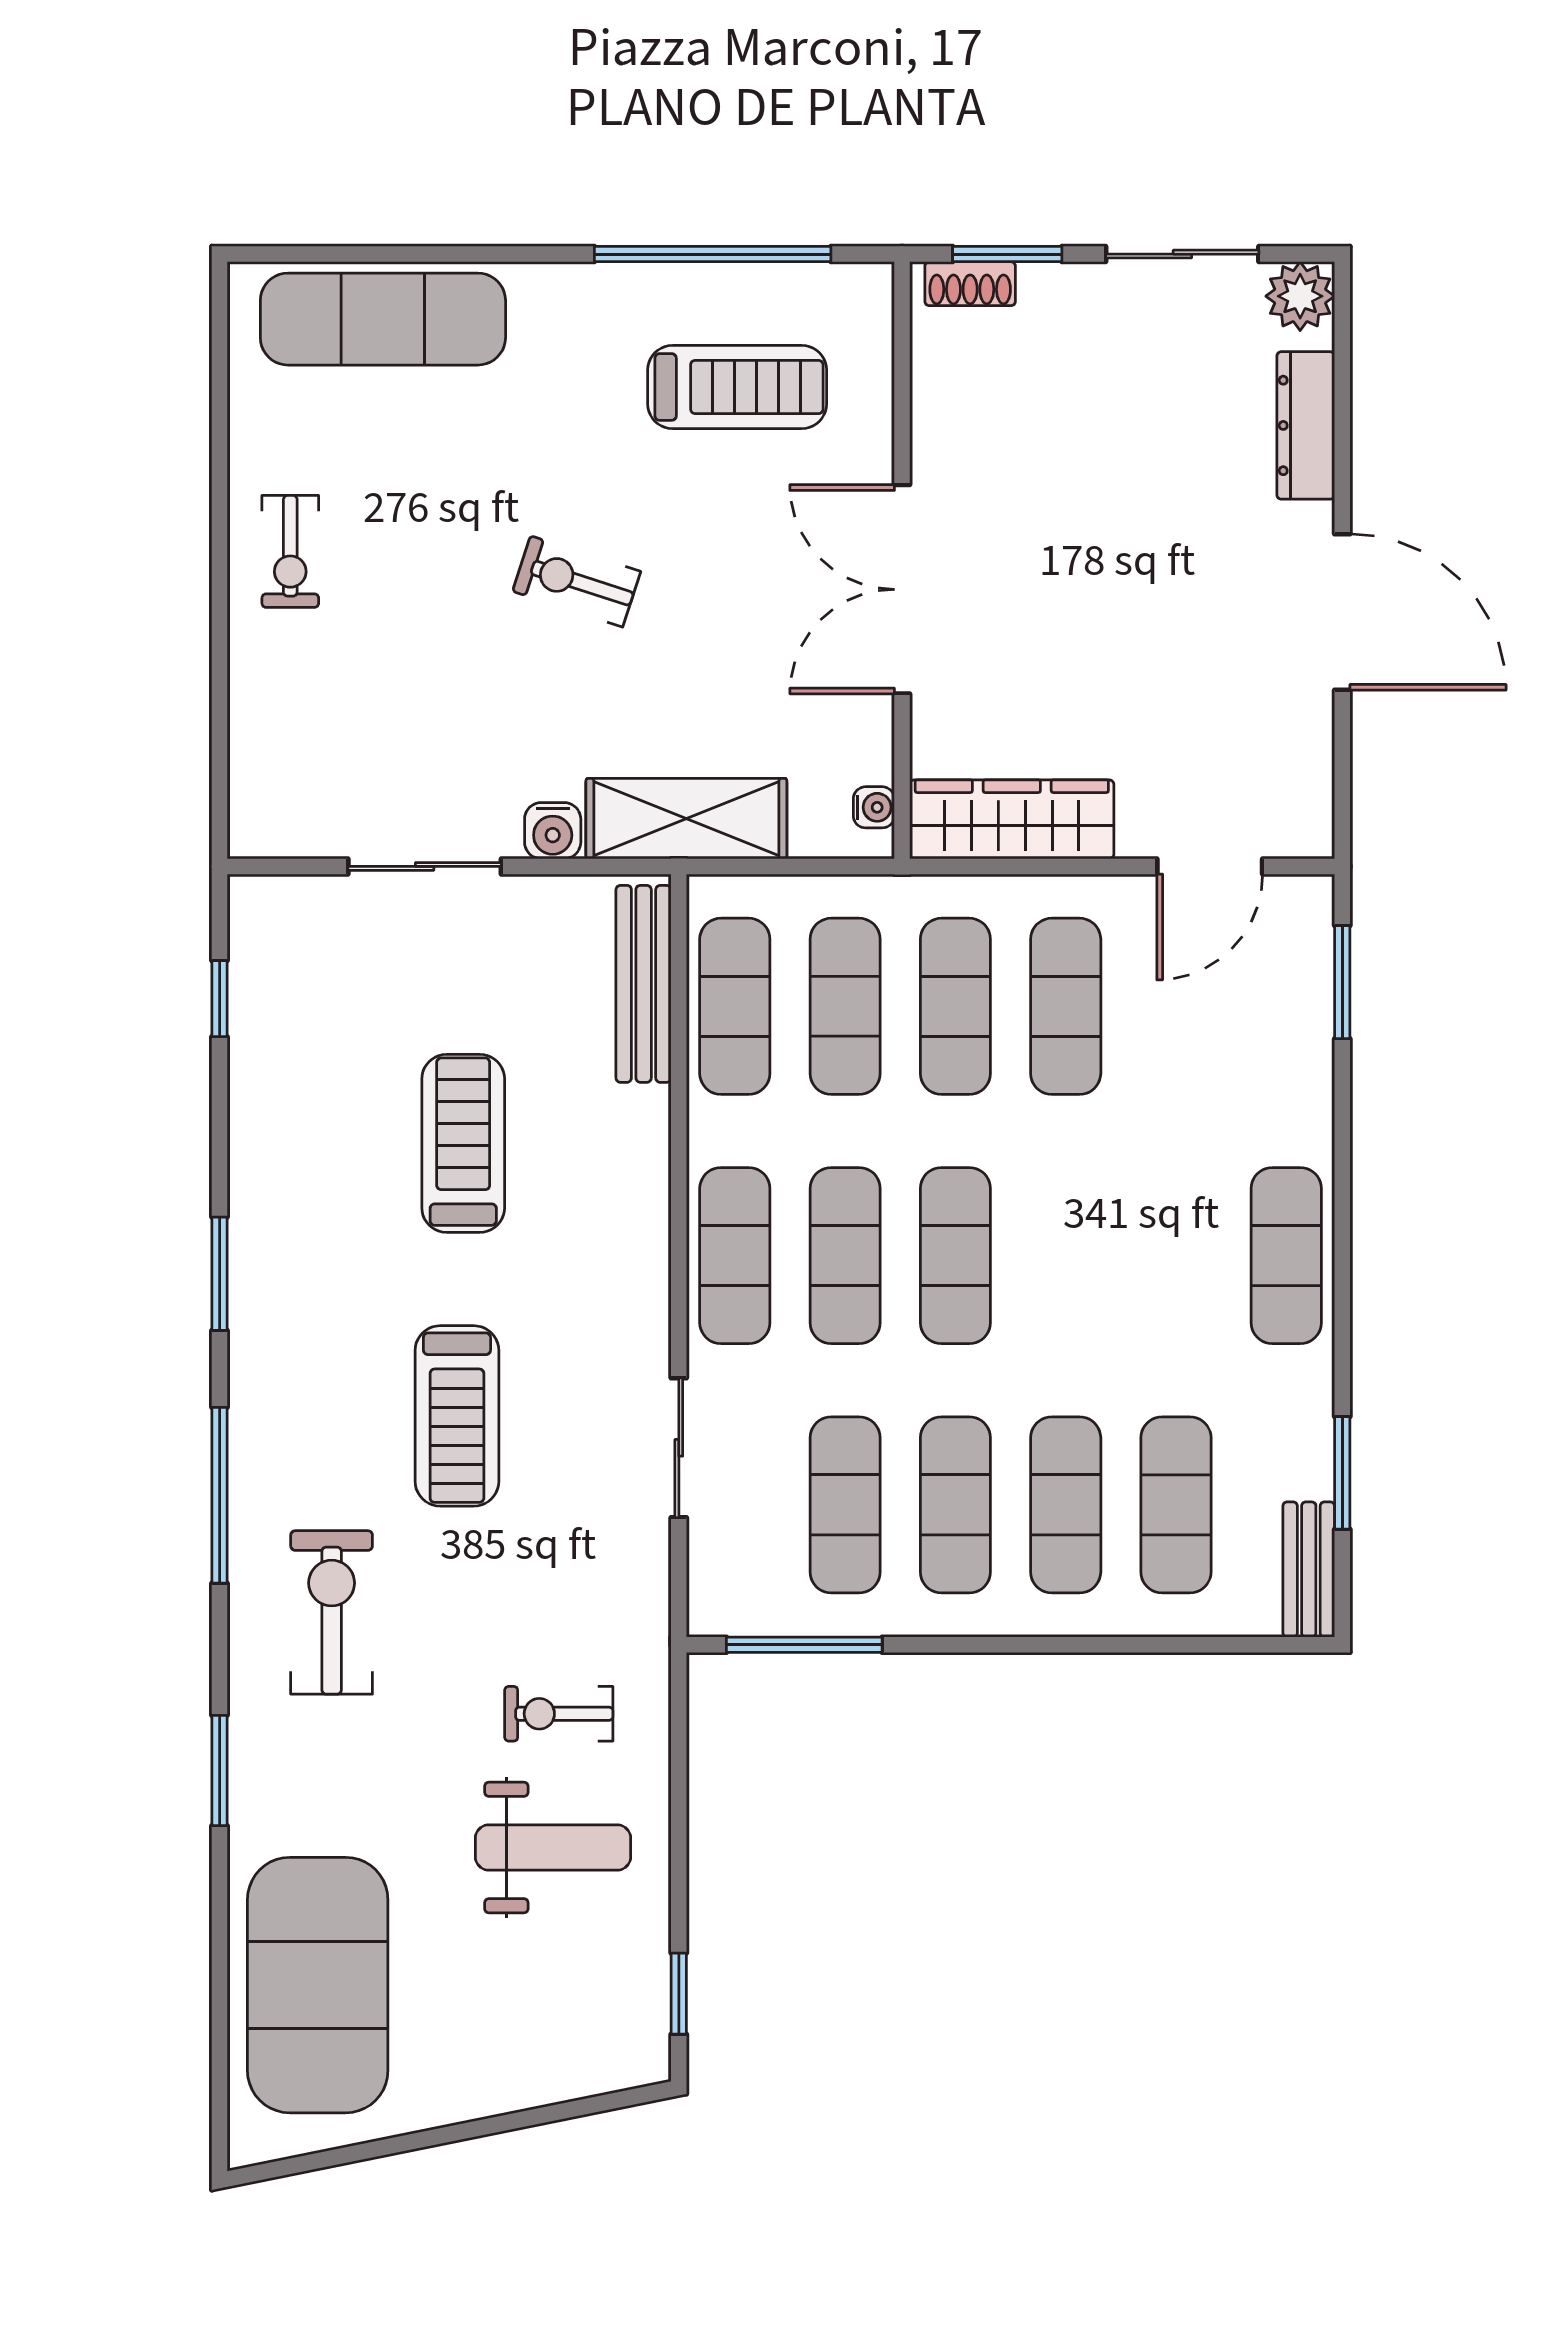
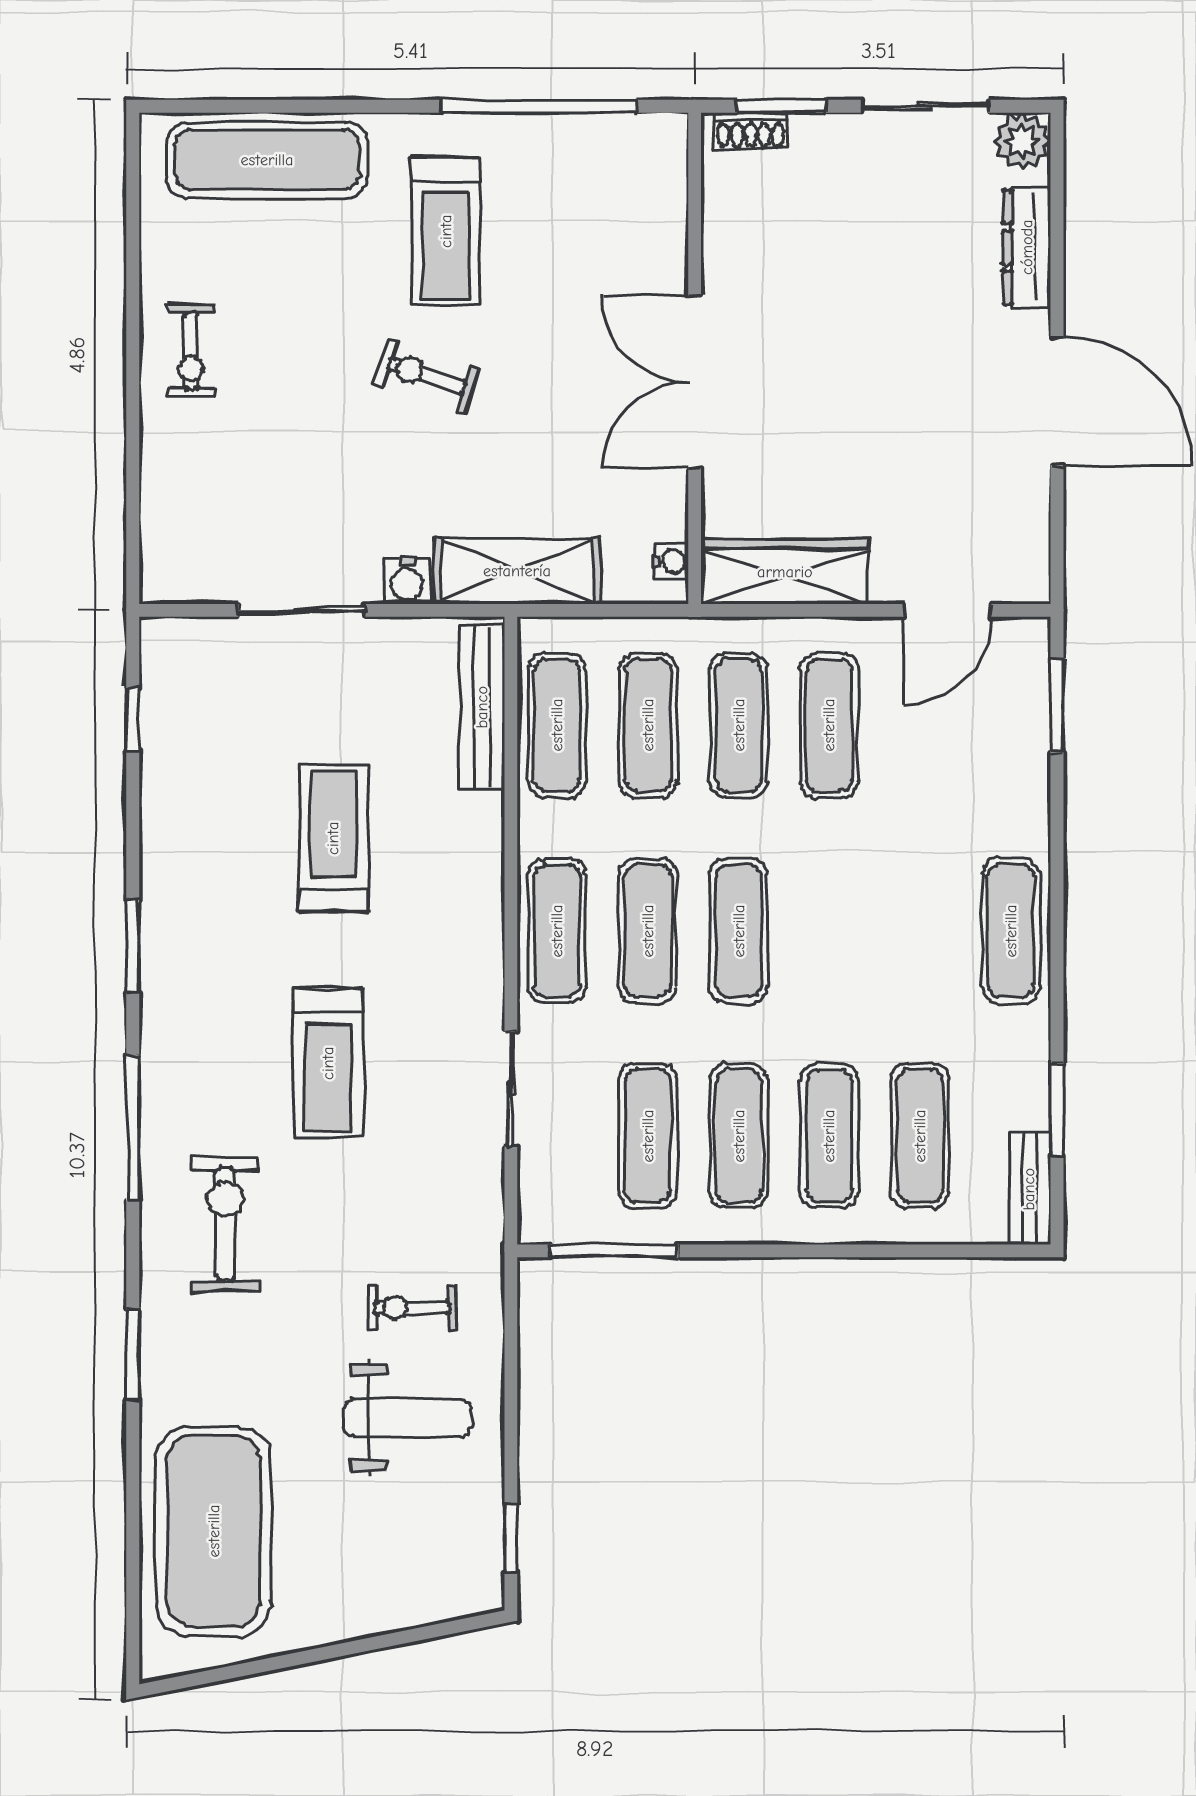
treadmill: (737, 387) -> (446, 231), moved, turned 90

